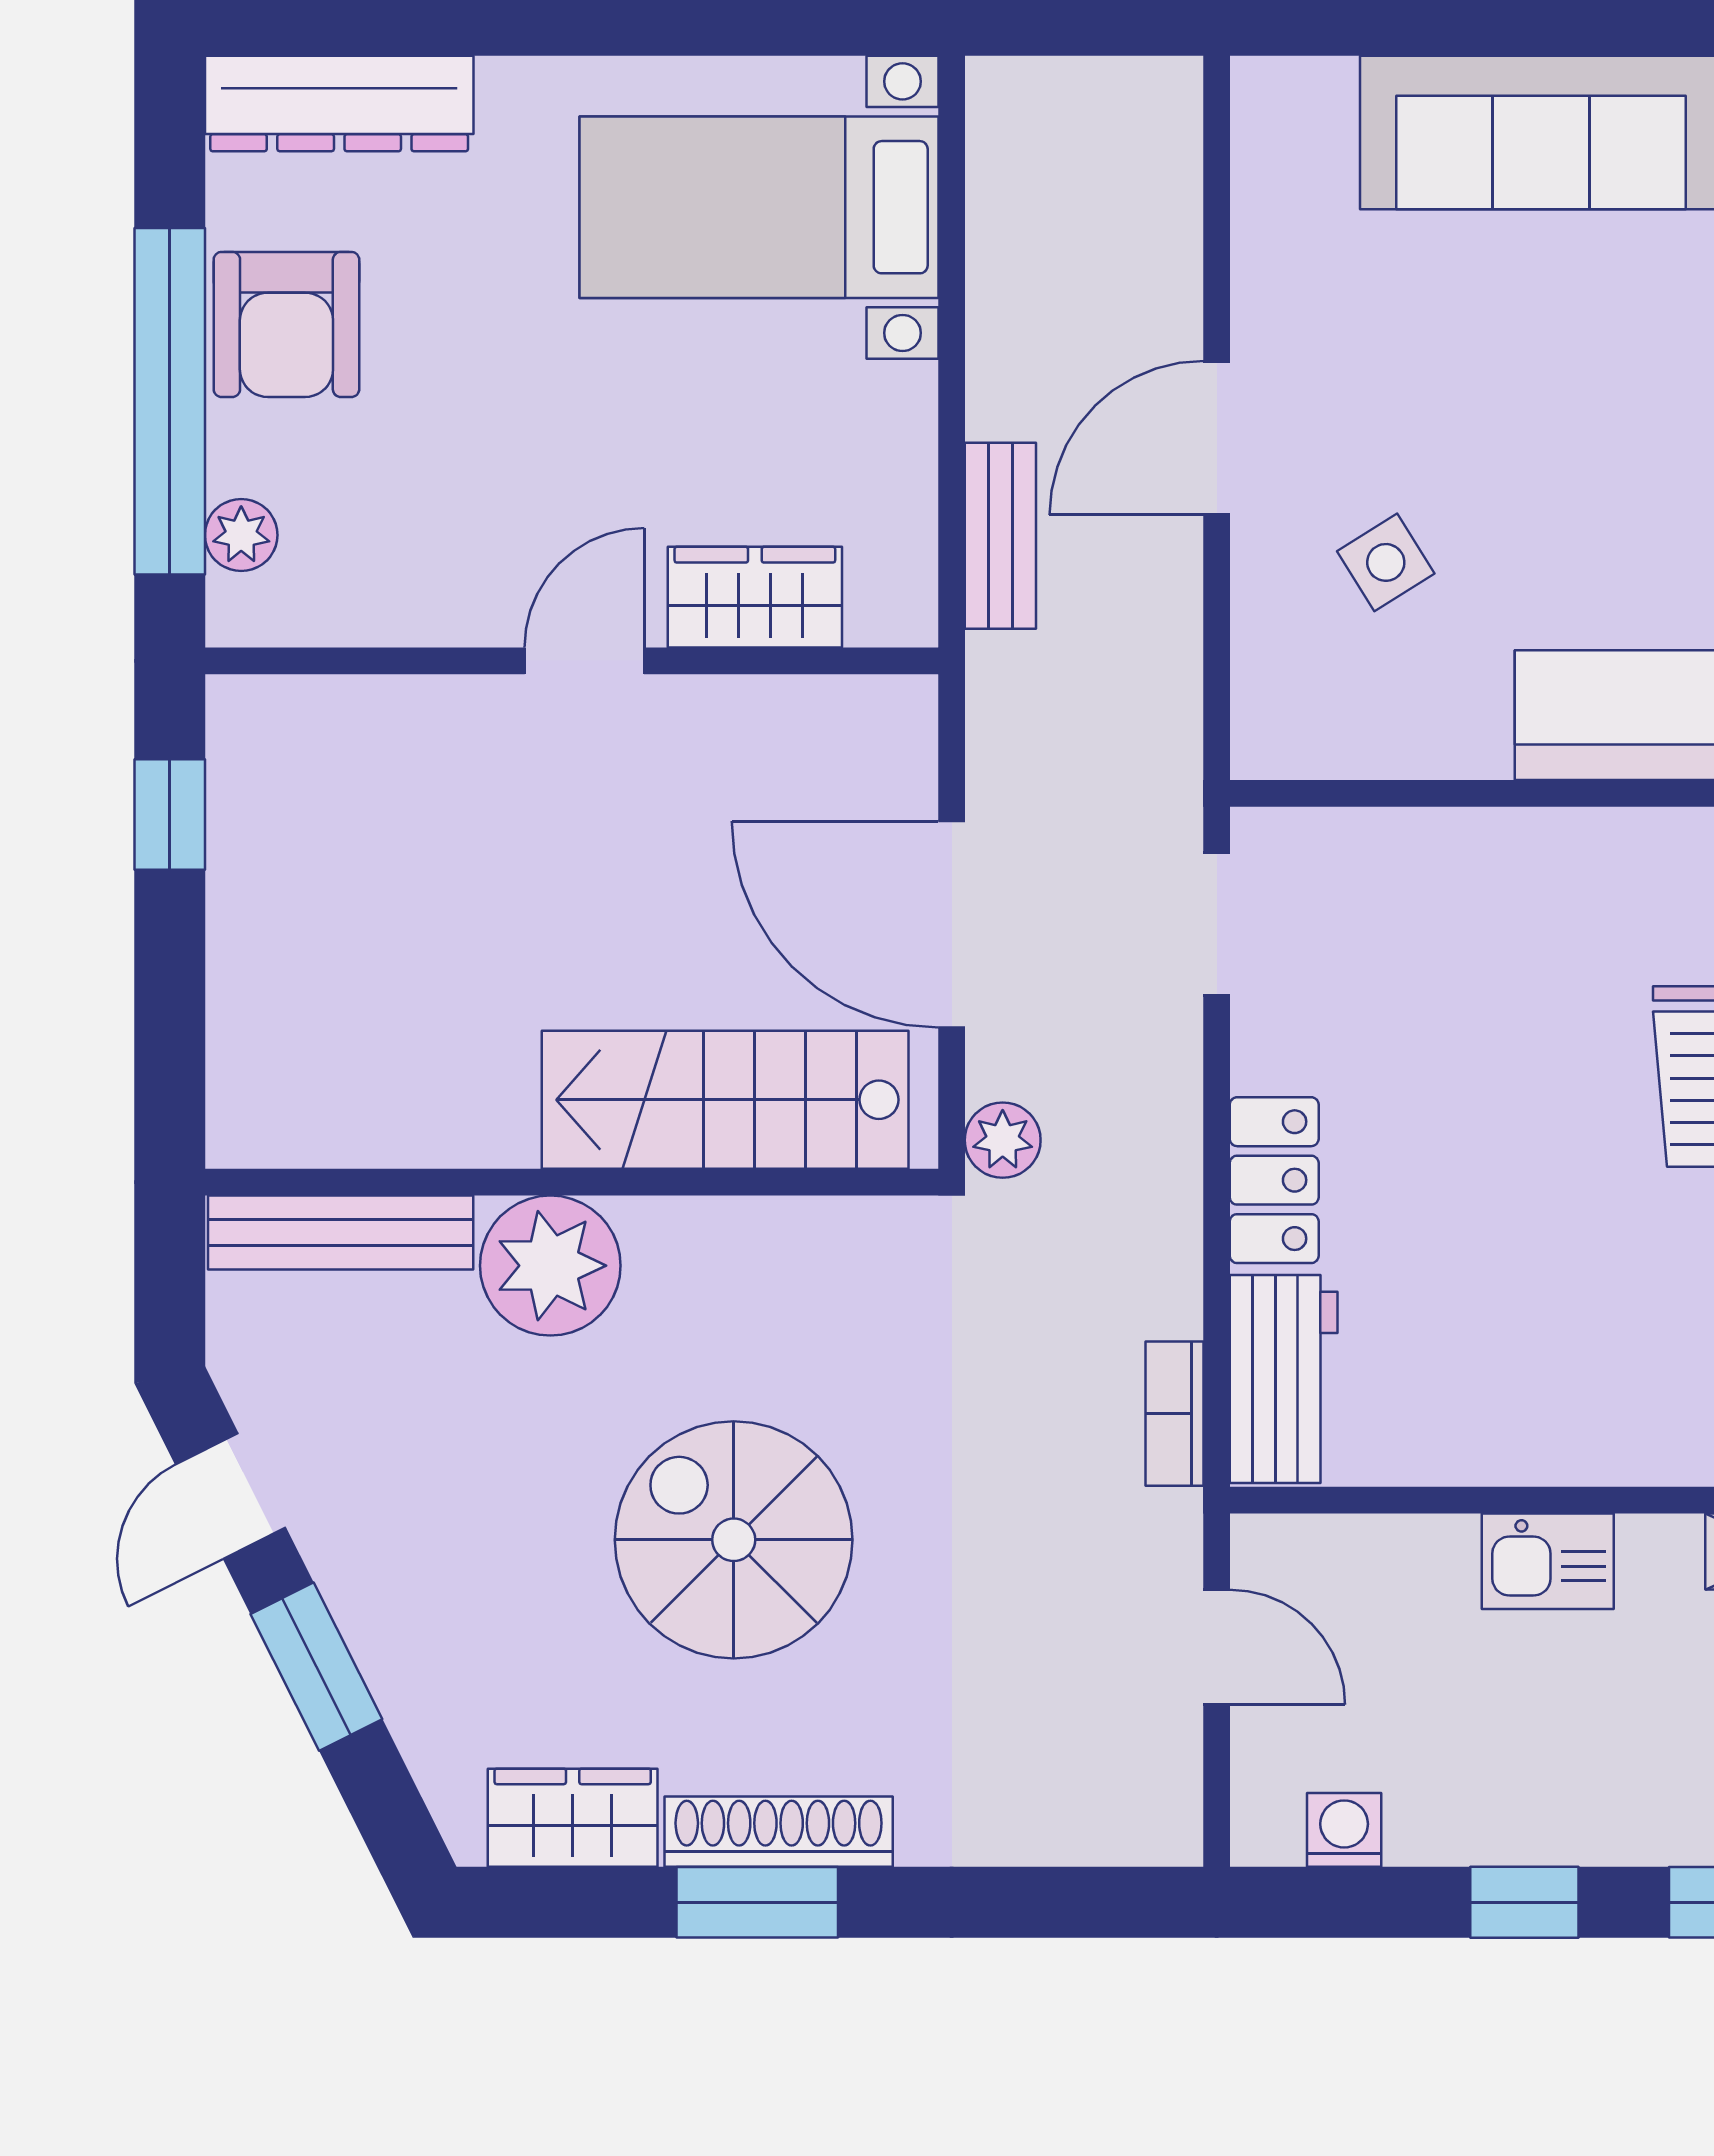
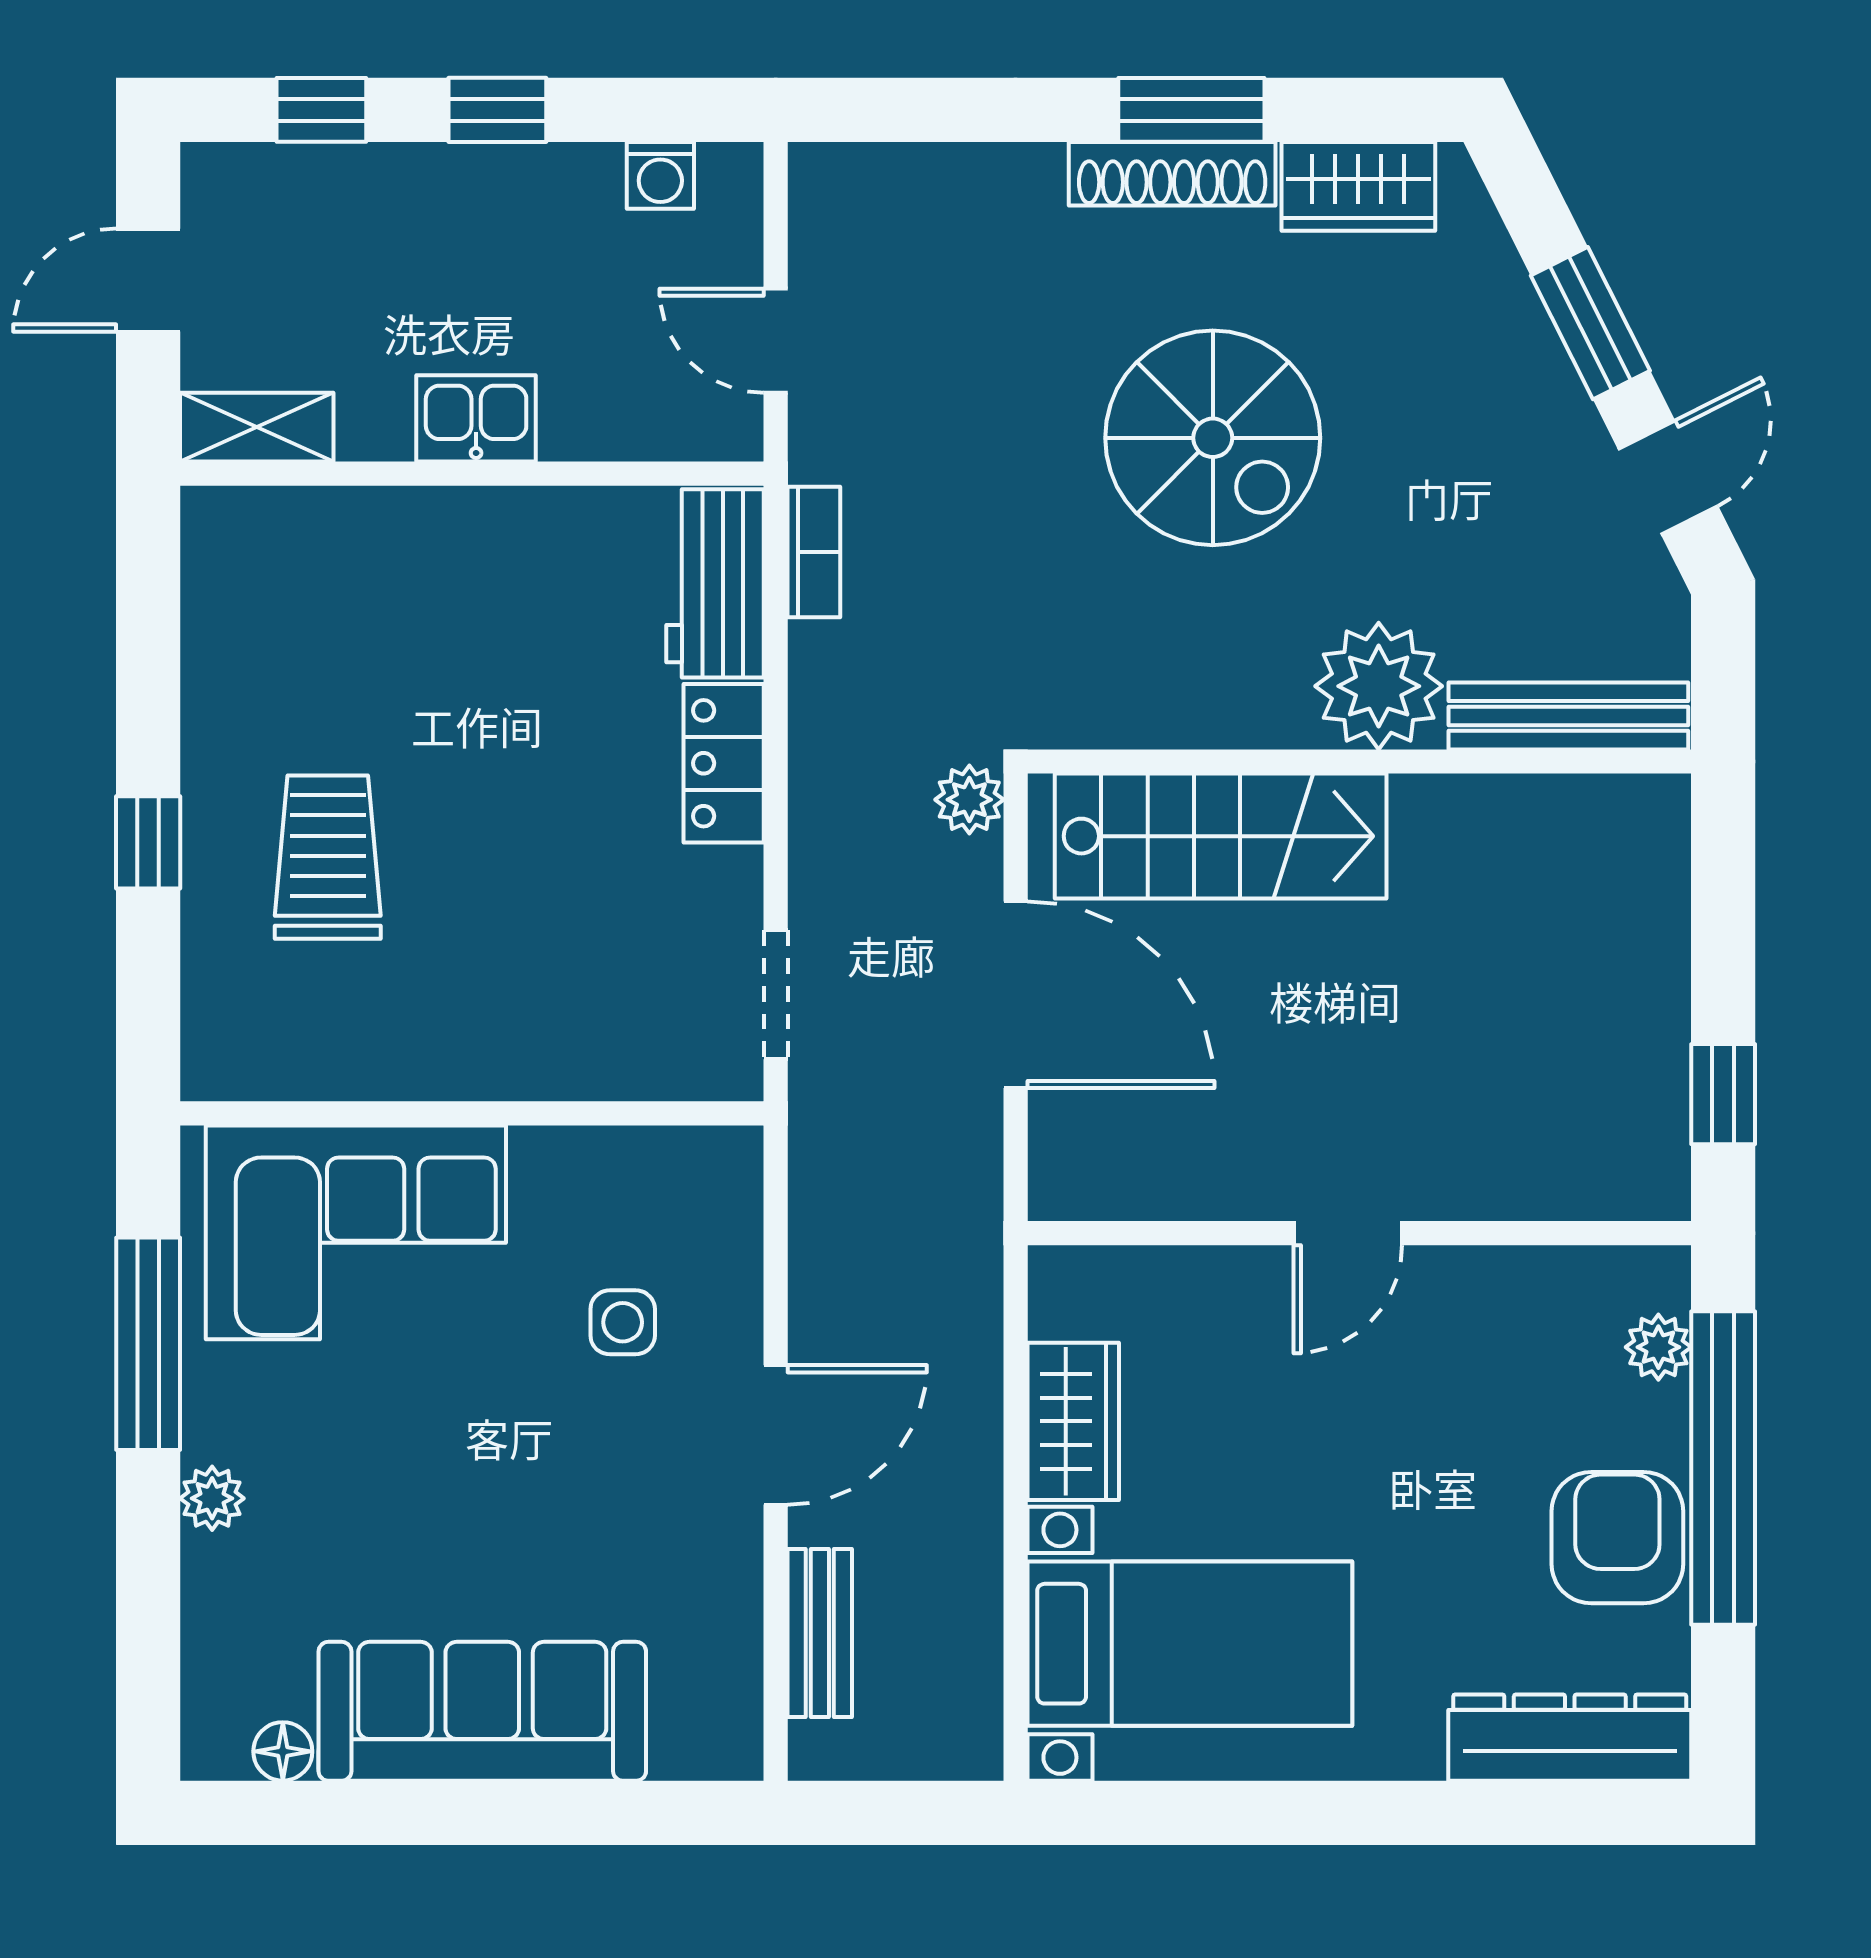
bench: (1000, 536) -> (820, 1633), moved
side table: (1386, 562) -> (623, 1322), turned 32
wardrobe: (755, 597) -> (1073, 1421), moved, turned -90

